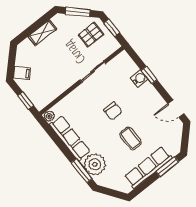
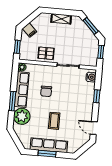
pallet: (91, 35) -> (46, 53), moved
water cooler: (139, 79) -> (91, 77), moved
chair: (113, 111) -> (46, 91), moved
window: (167, 167) -> (47, 154), moved
window: (81, 171) -> (12, 101), moved

